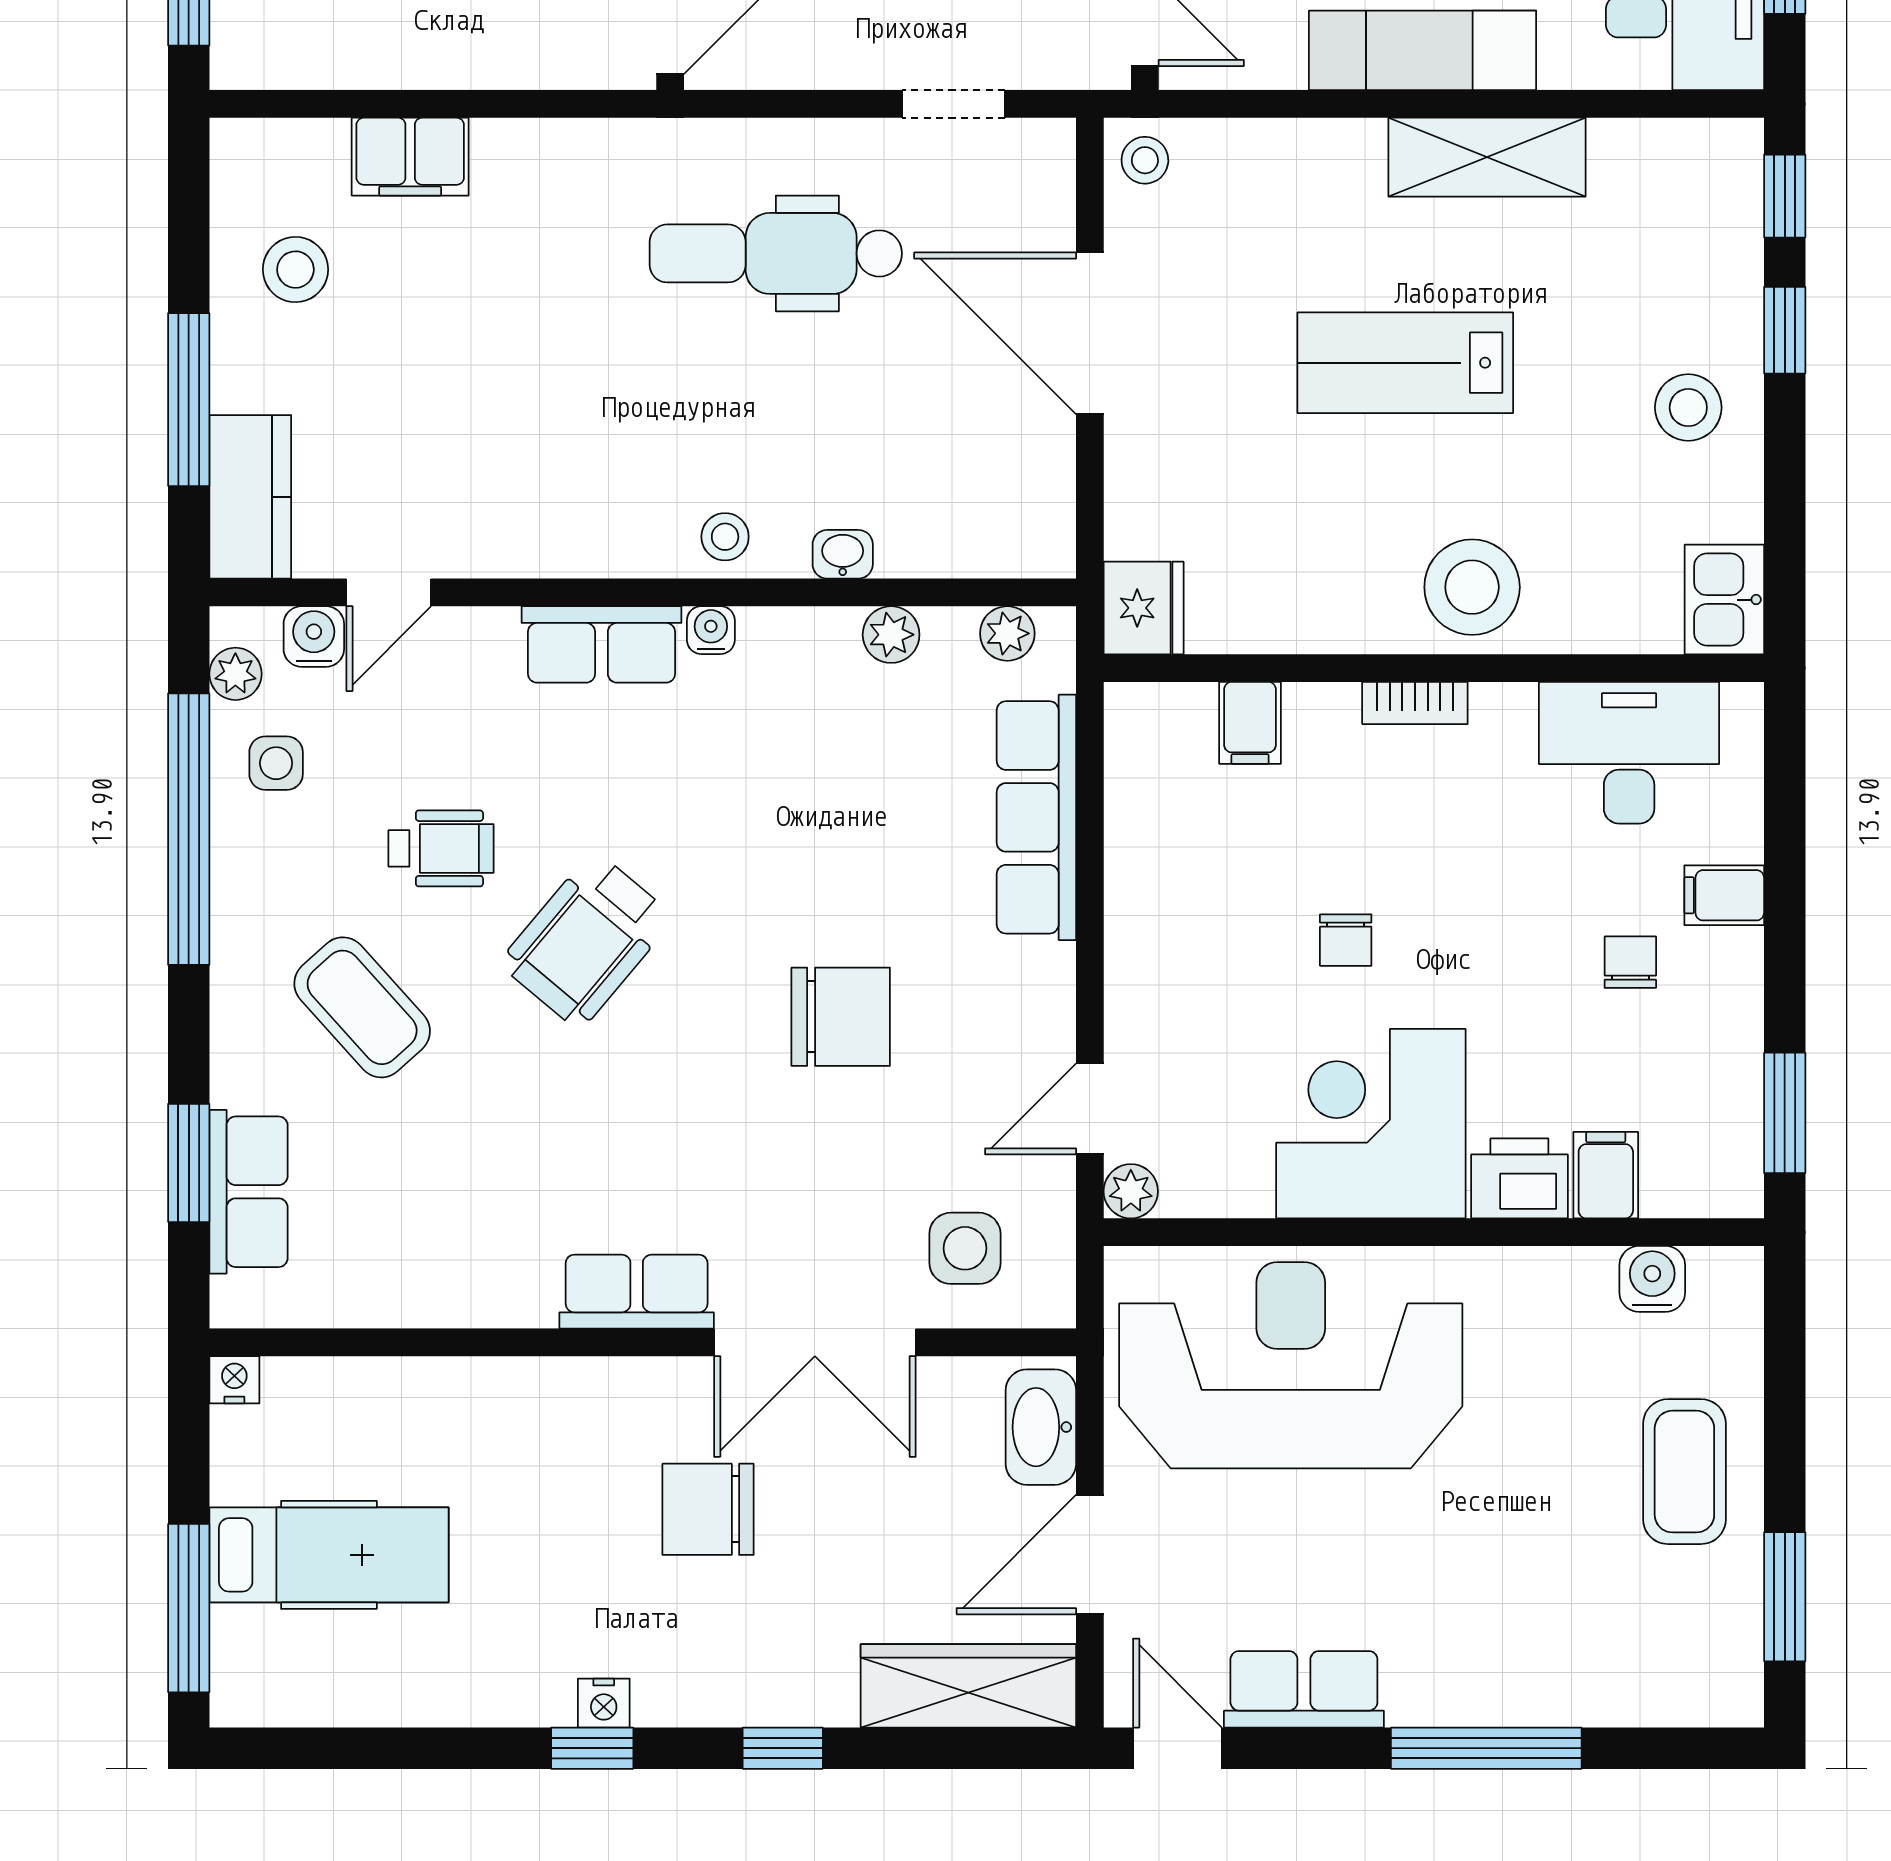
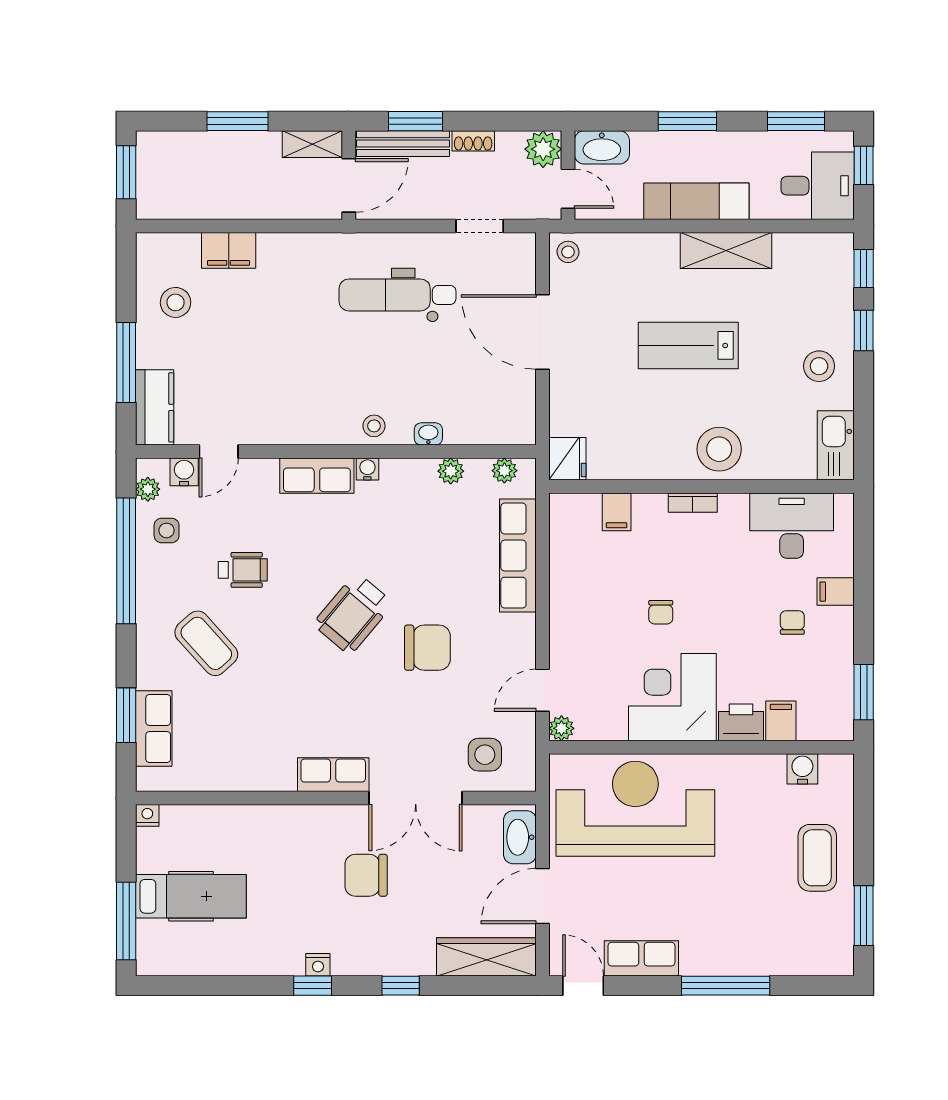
kitchen sink: (1724, 600) -> (836, 445), width x1.38
wheelchair: (587, 940) -> (353, 614), moved

